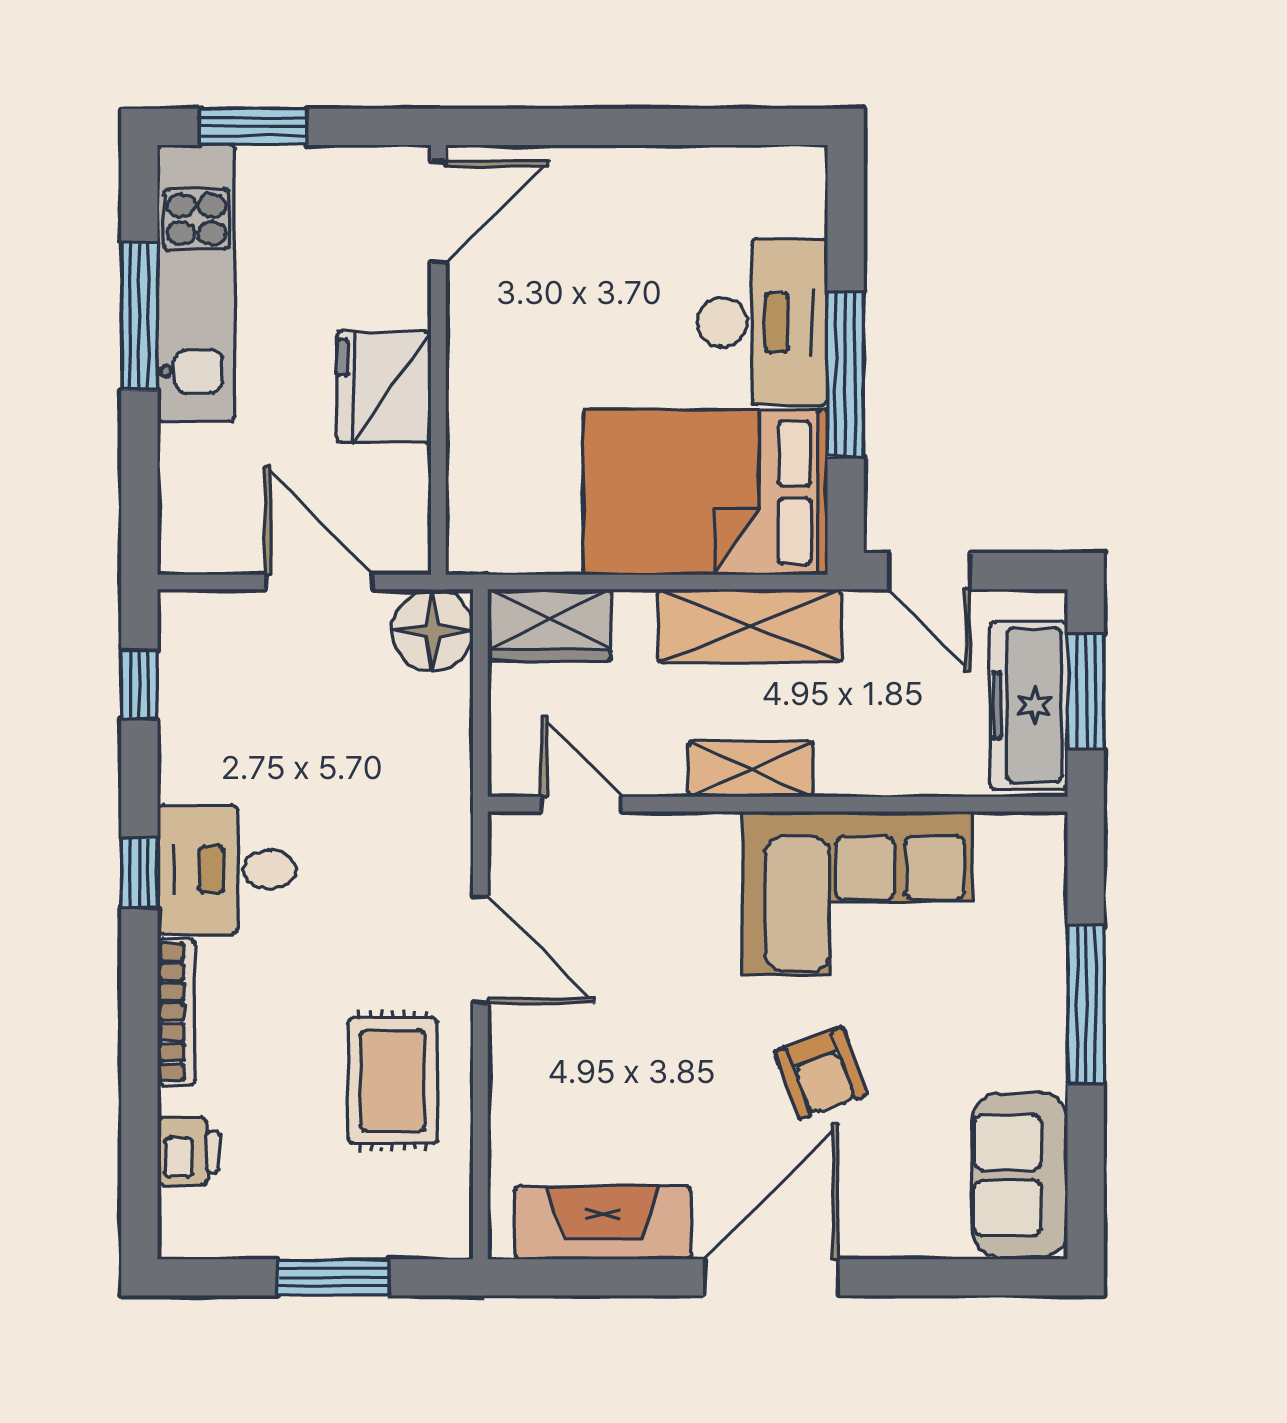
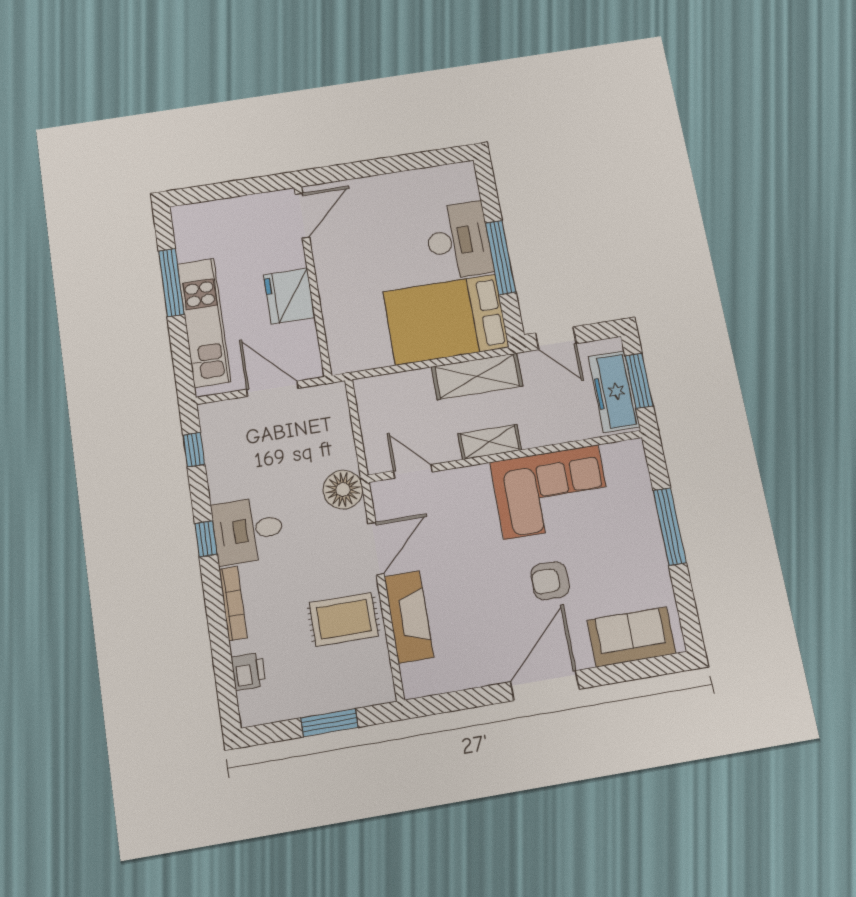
window: (252, 127) -> (212, 192), removed
kitchen unit: (196, 283) -> (204, 323), moved
wardrobe: (549, 625) -> (384, 391), removed
floor lamp: (432, 630) -> (343, 490), moved
door: (480, 950) -> (376, 549), hinge flipped
armchair: (821, 1073) -> (550, 581), turned 110
rug: (393, 1081) -> (344, 619), turned 90
sofa: (1020, 1175) -> (631, 637), moved, turned 90
fireplace: (603, 1223) -> (409, 617), moved, turned 90

